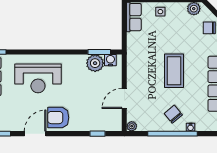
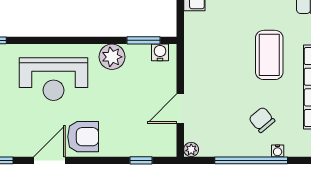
plant: (95, 63) -> (112, 57), moved
coffee table: (174, 71) -> (269, 55), moved
chair: (173, 114) -> (262, 120), moved
armchair: (58, 118) -> (83, 137), turned 180

